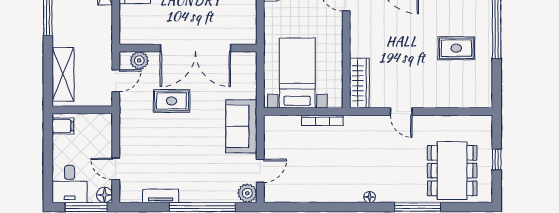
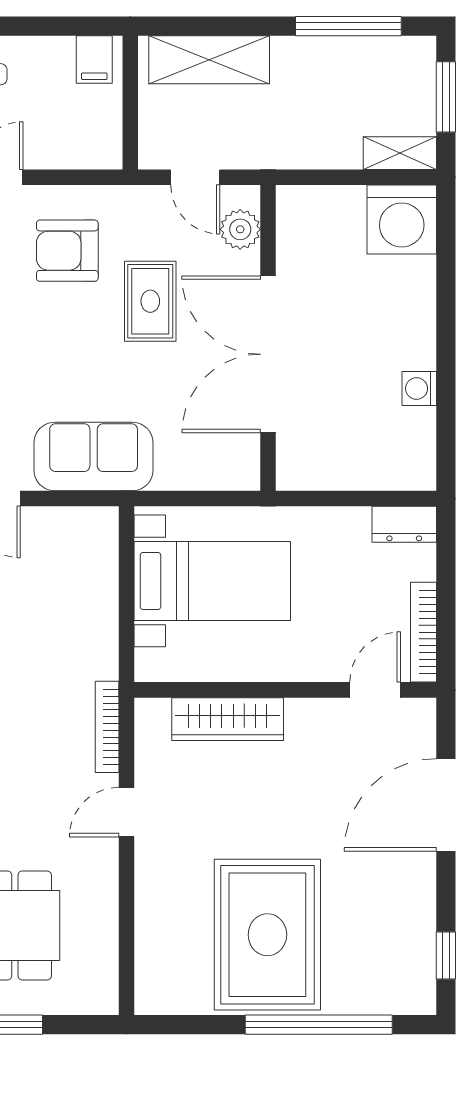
rug: (456, 48) -> (267, 935), width x1.86, depth x2.06
wardrobe: (359, 83) -> (228, 719), moved
bookcase: (322, 120) -> (107, 727), moved
armchair: (149, 138) -> (67, 251), added

